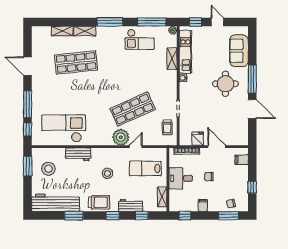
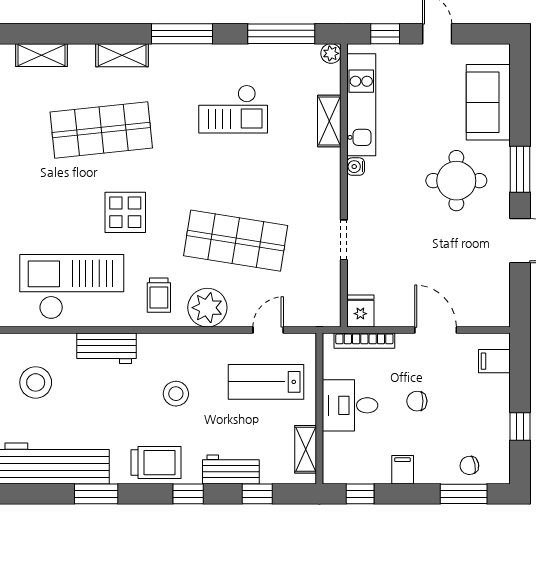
shelving: (62, 31) -> (42, 55), moved
checkout: (140, 39) -> (233, 109), moved
window: (252, 79) -> (520, 169), width x0.69
display table: (86, 97) -> (125, 212), added
shop shelf: (133, 109) -> (236, 241), turned 33
trolley: (167, 127) -> (159, 295), moved
fridge: (198, 139) -> (360, 311), moved
door: (136, 147) -> (268, 330), moved

